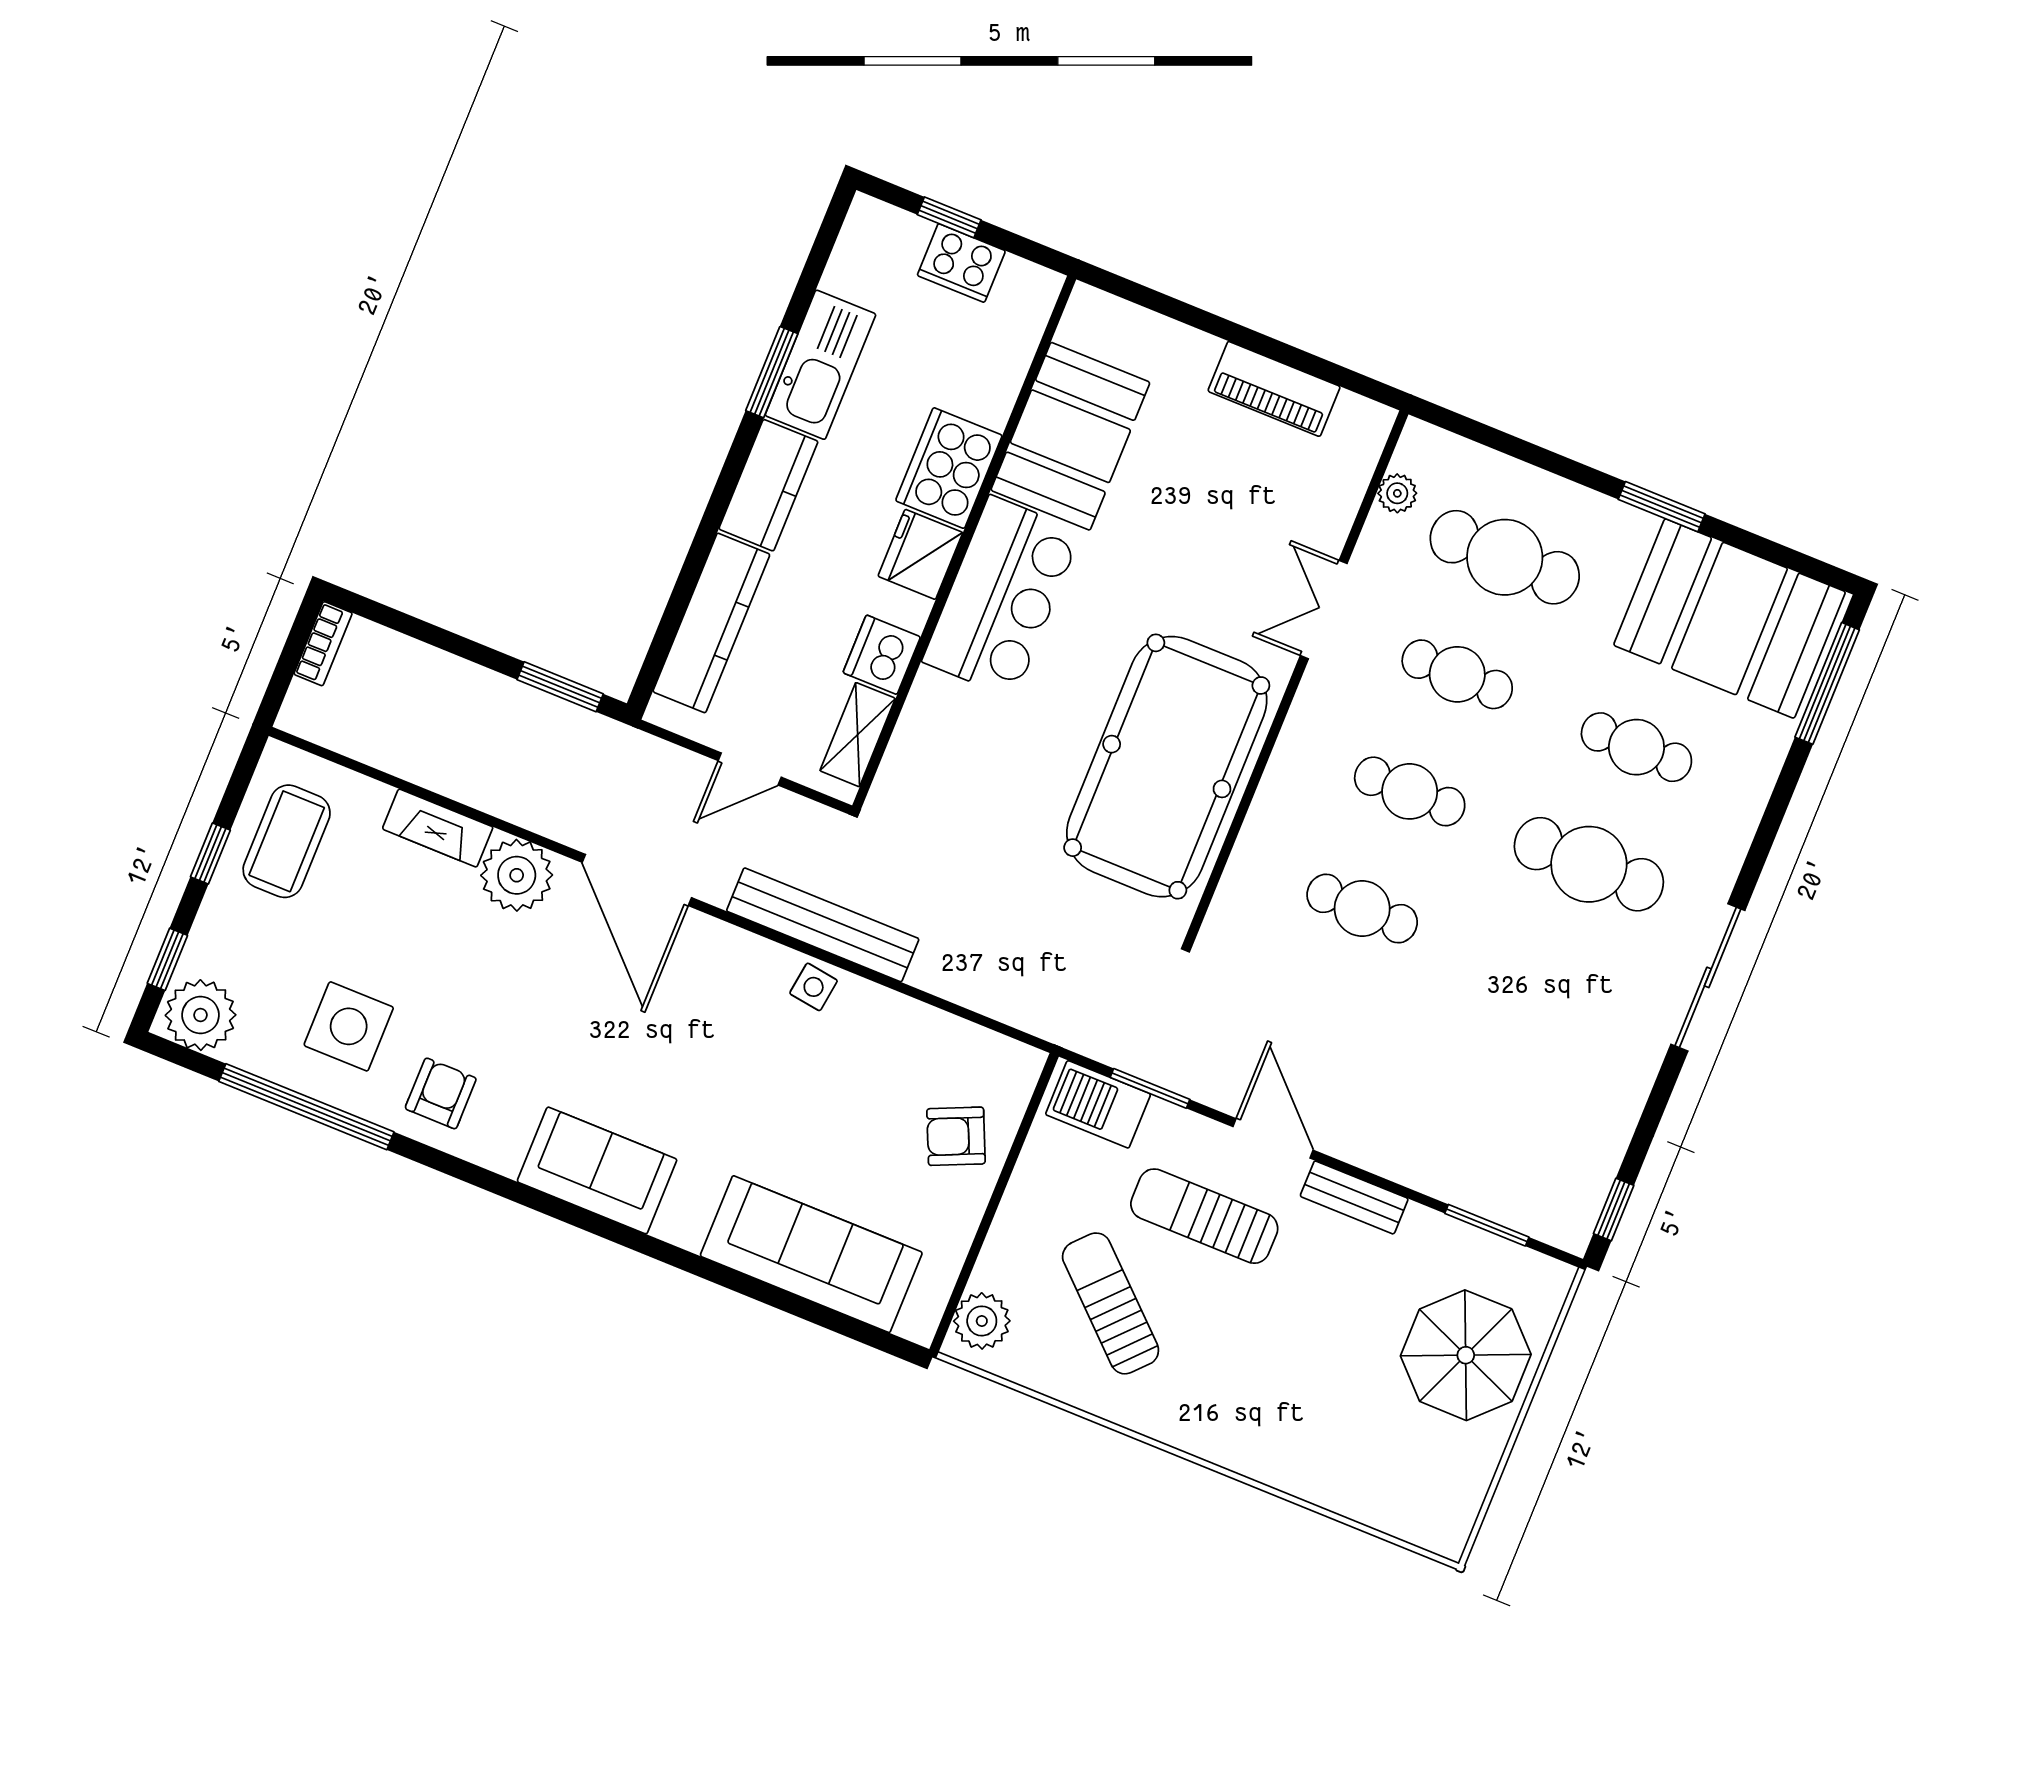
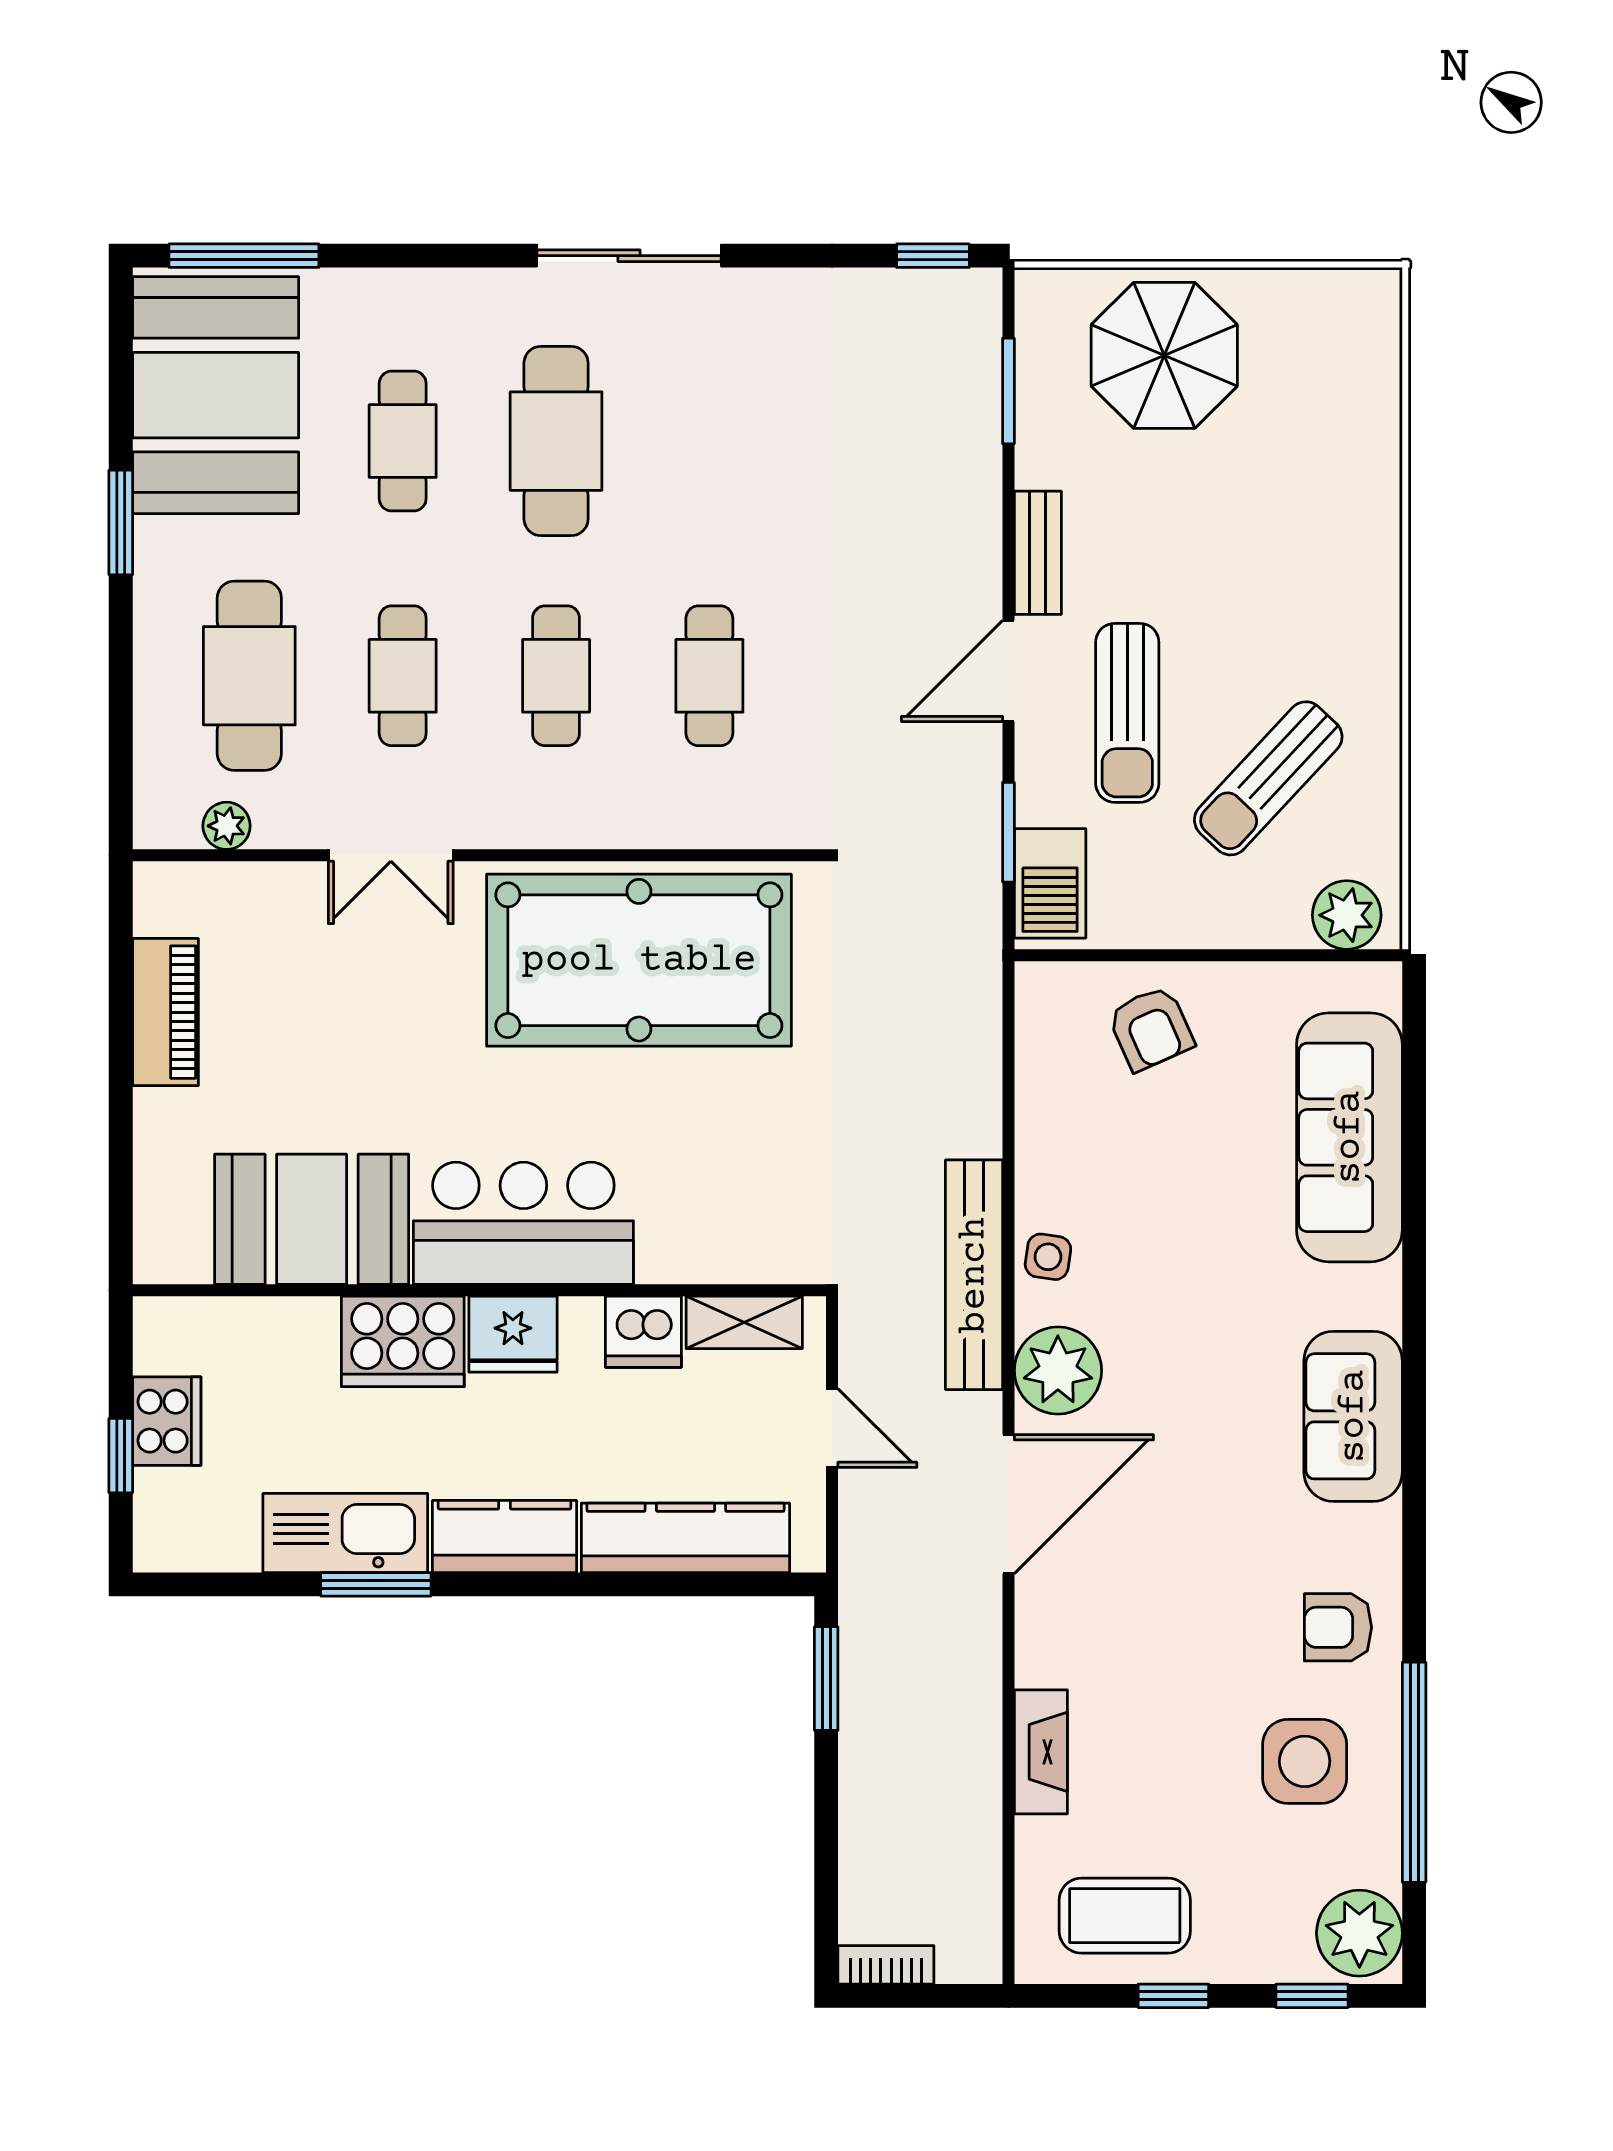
plant: (517, 875) -> (1058, 1370), moved

